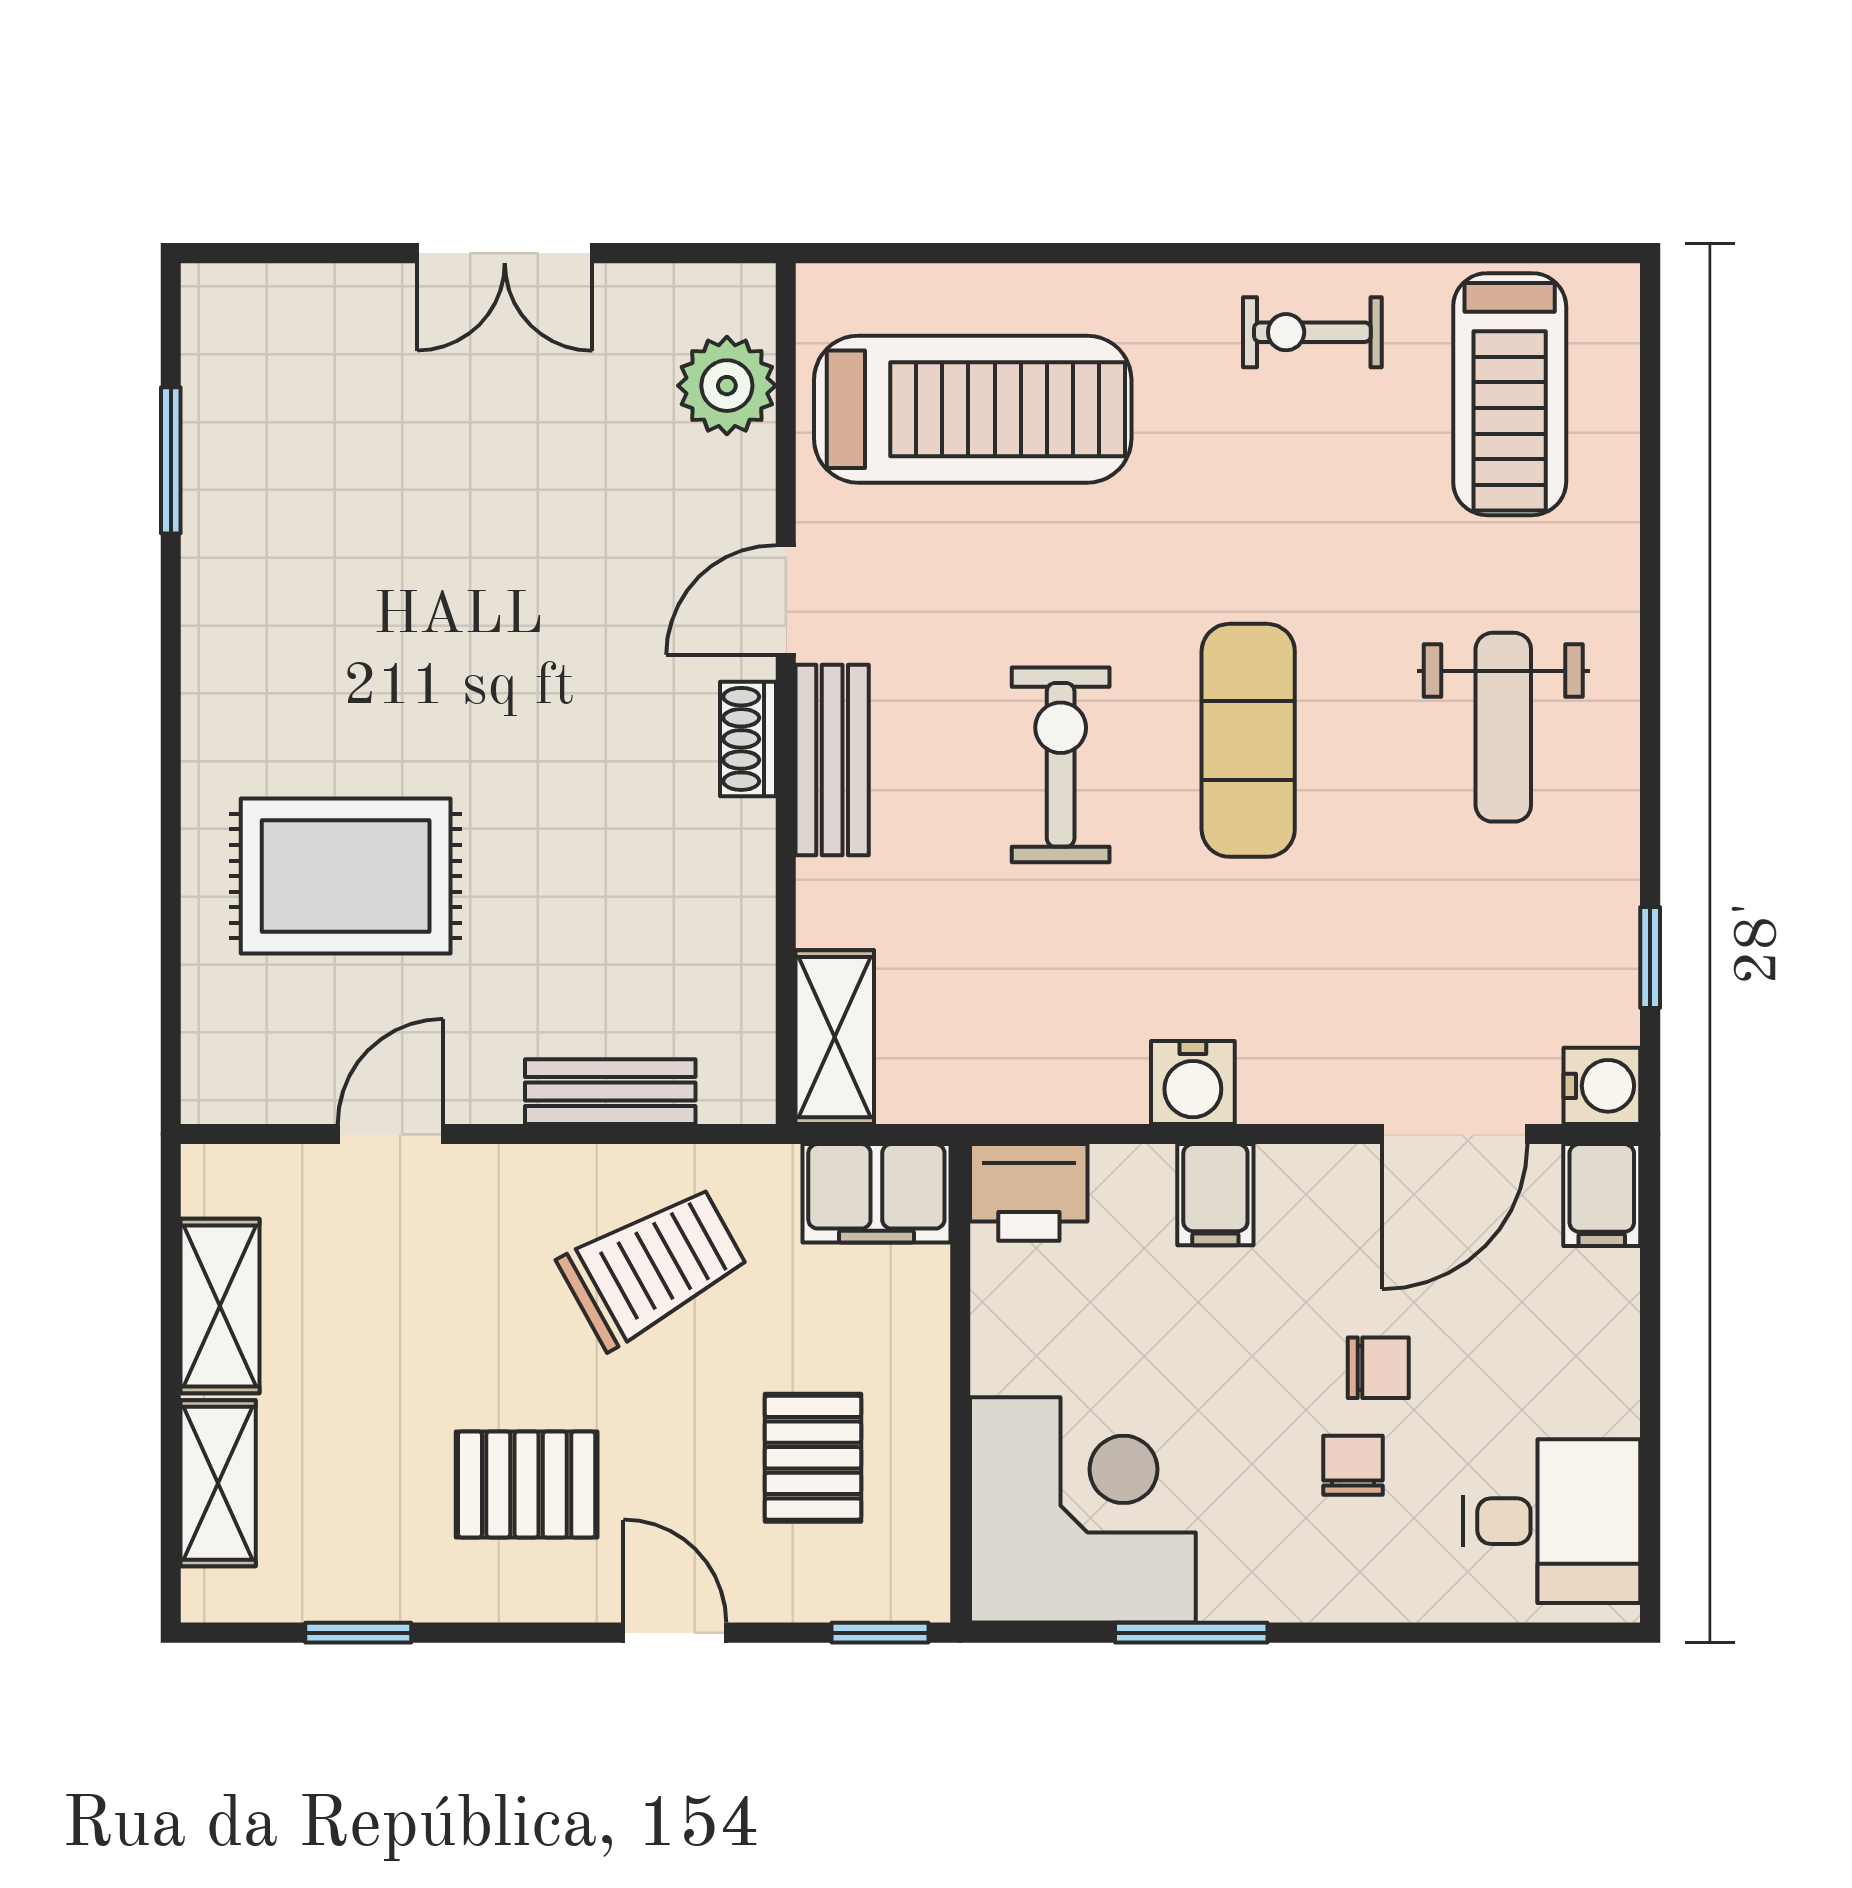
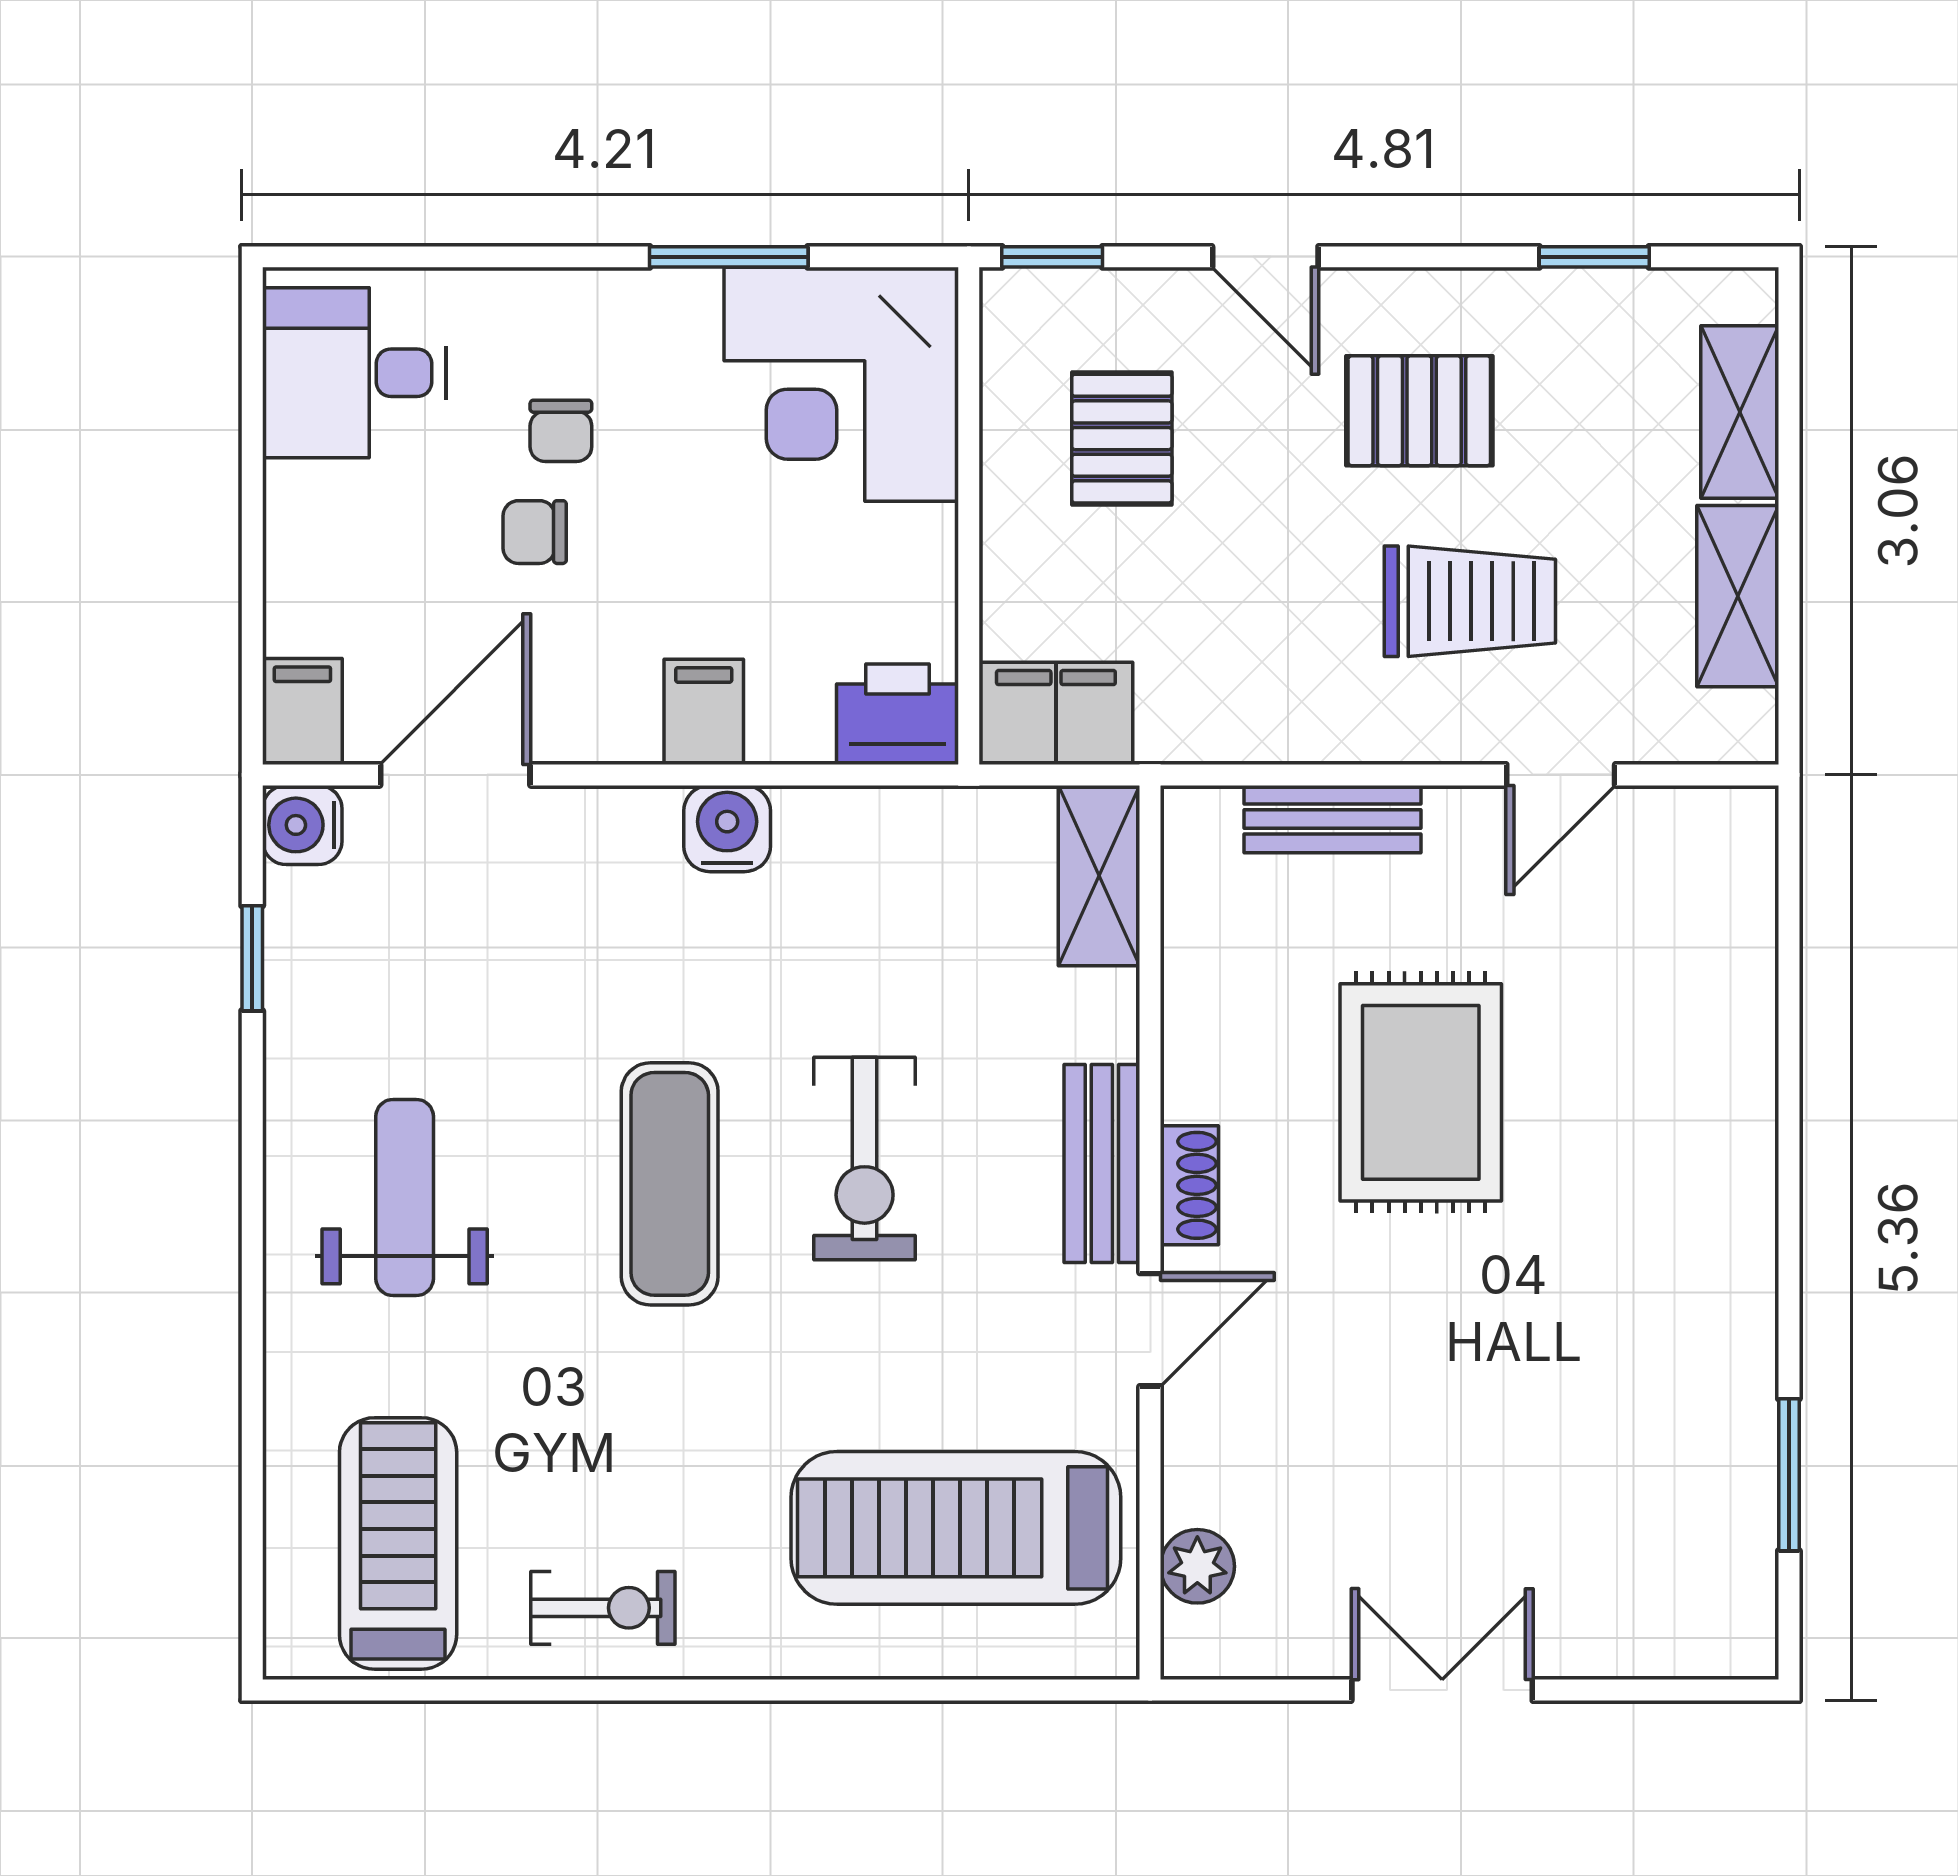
plant: (727, 386) -> (1197, 1566), width x0.73, depth x0.73
rug: (346, 876) -> (1421, 1092), moved, turned 90
trolley: (653, 1267) -> (1470, 601), moved, turned -151

